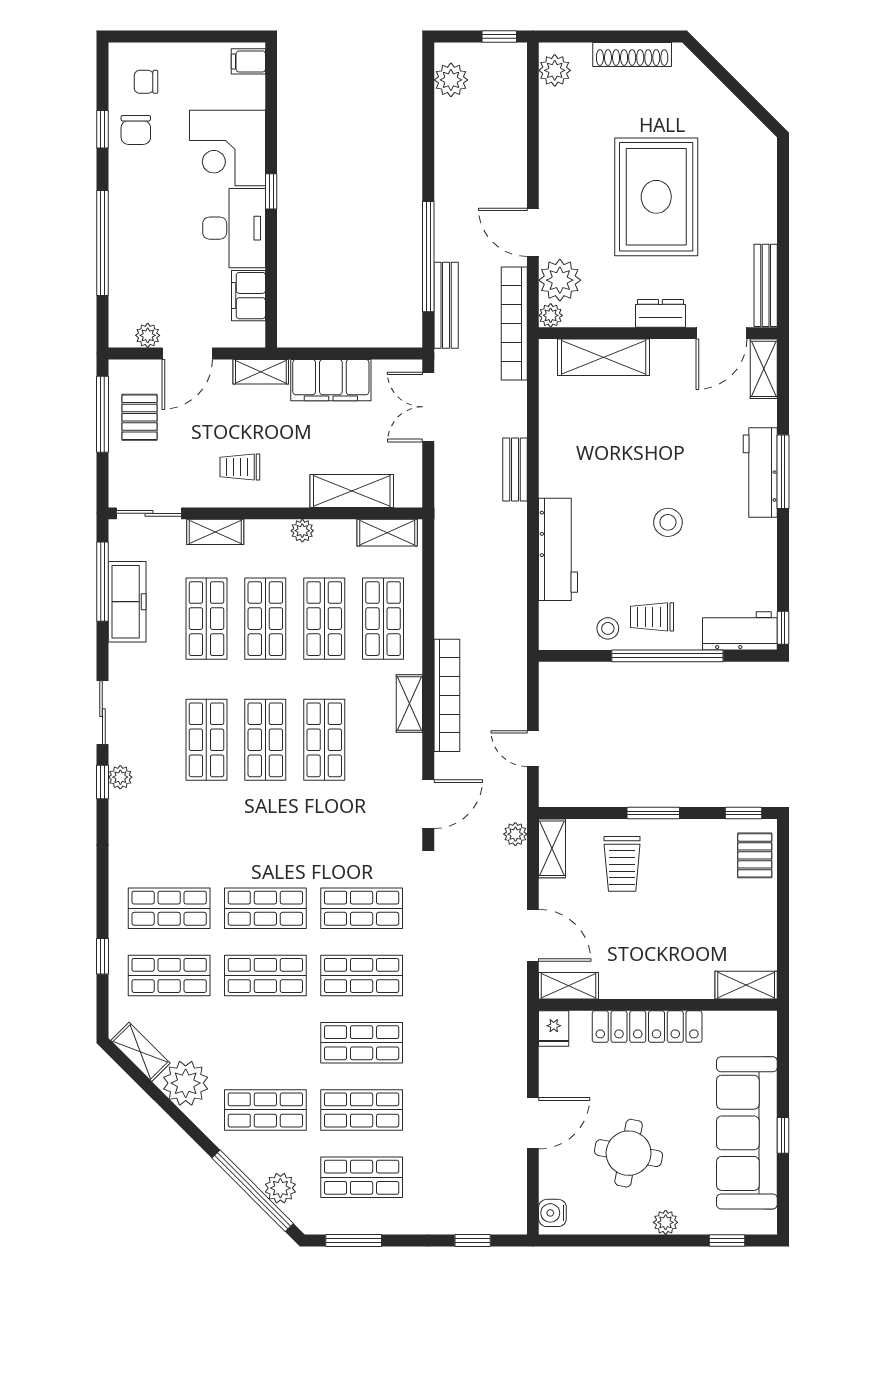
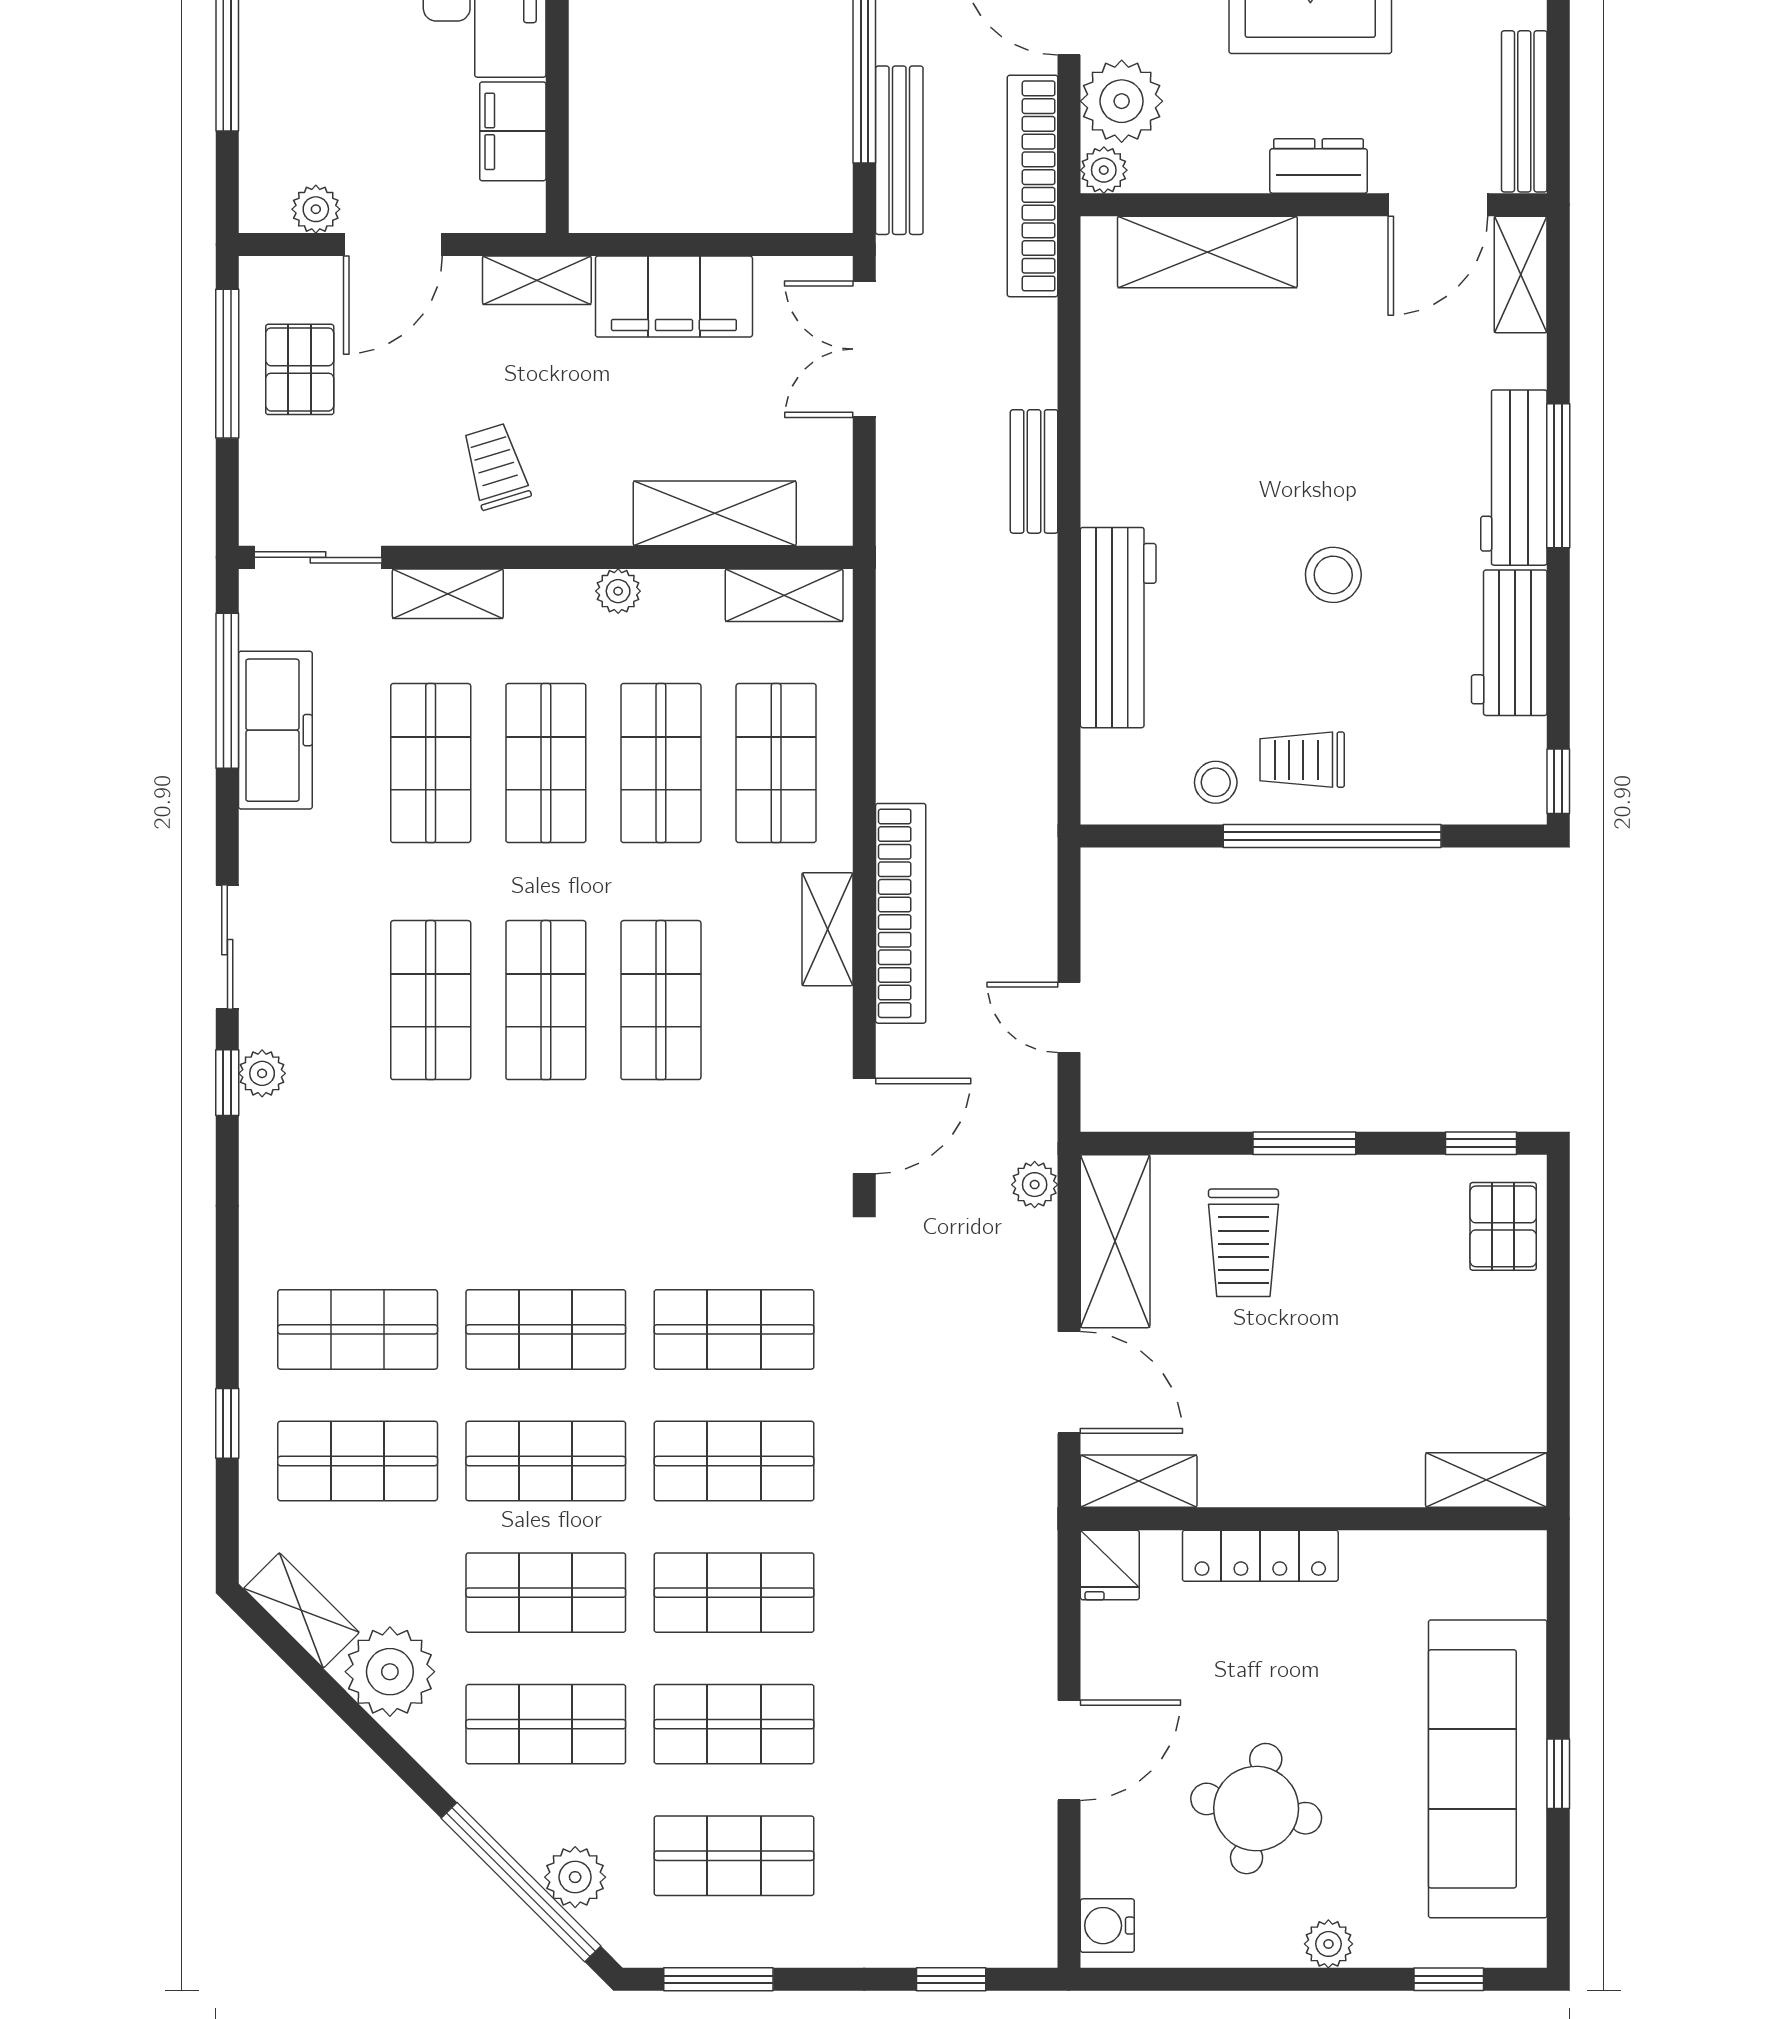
trolley: (240, 467) -> (496, 467), turned 73
workbench: (740, 631) -> (1509, 643), moved, turned -90
shelving: (552, 848) -> (1115, 1241), width x1.50, depth x1.33
locker: (647, 1027) -> (1260, 1556), width x0.71, depth x0.83
shop shelf: (265, 1043) -> (546, 1593), added

